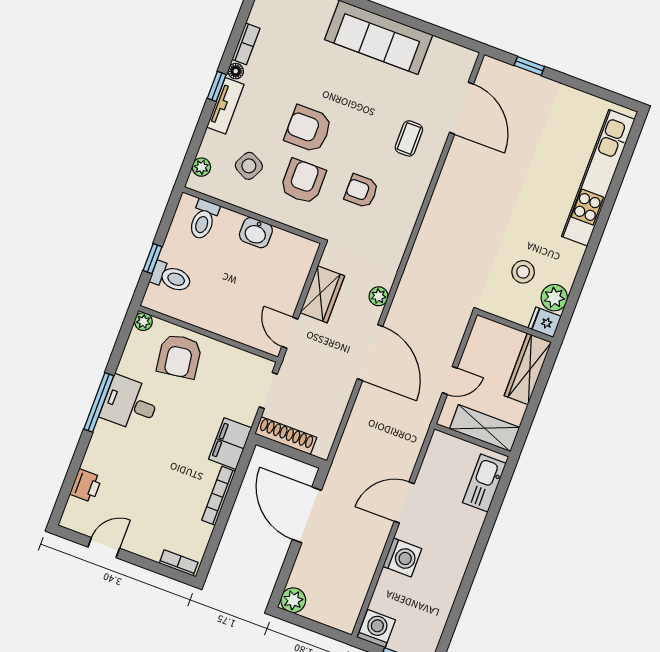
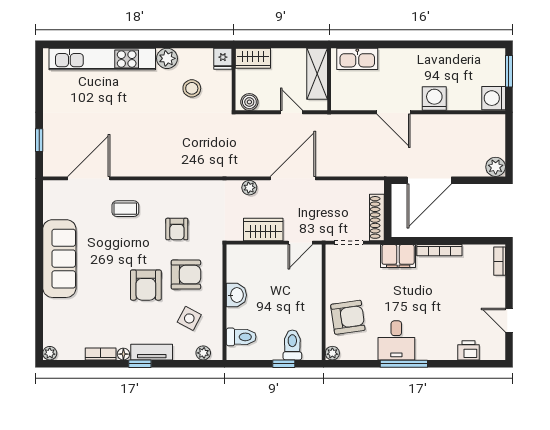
armchair: (303, 181) -> (186, 275), turned 180
plant: (554, 298) -> (167, 58), moved
boiler: (481, 335) -> (249, 102), added
wardrobe: (528, 369) -> (253, 58), width x0.67

